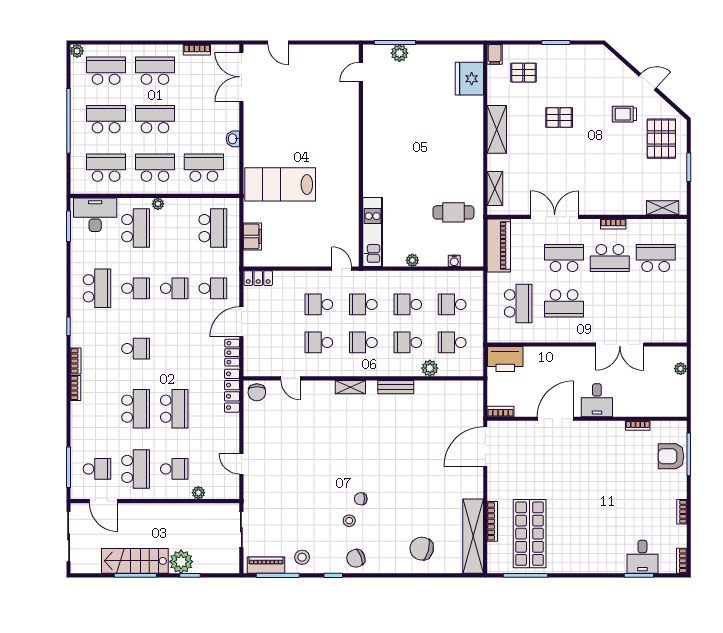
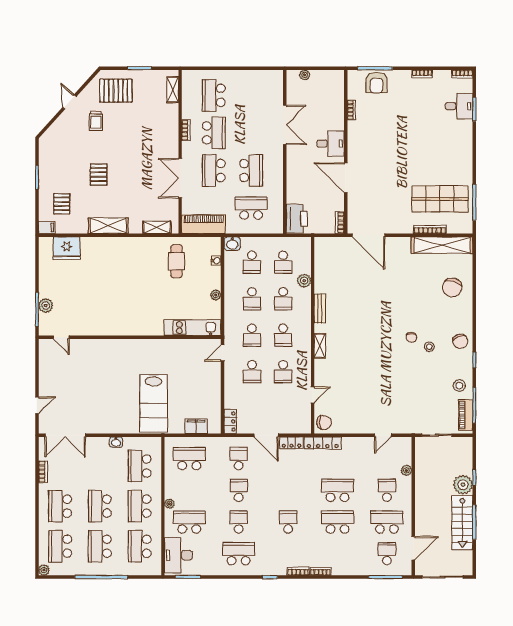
washbasin: (475, 280) -> (232, 244), added

